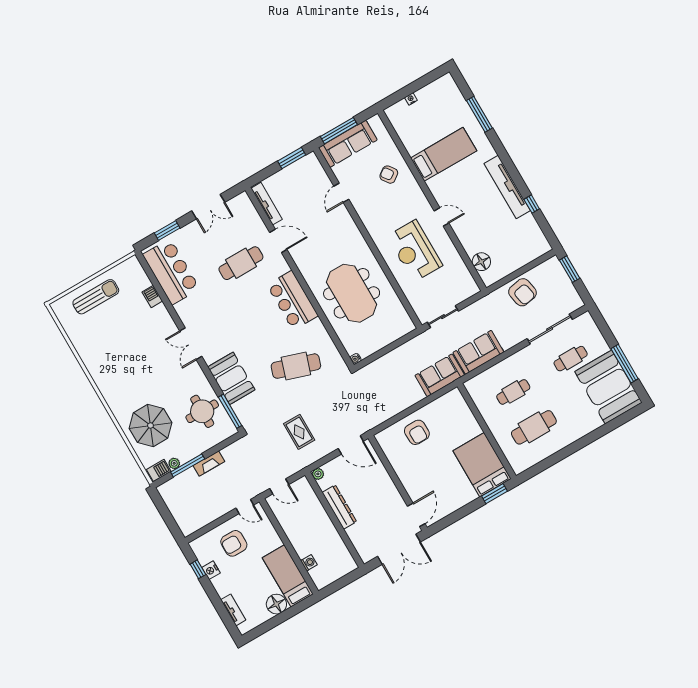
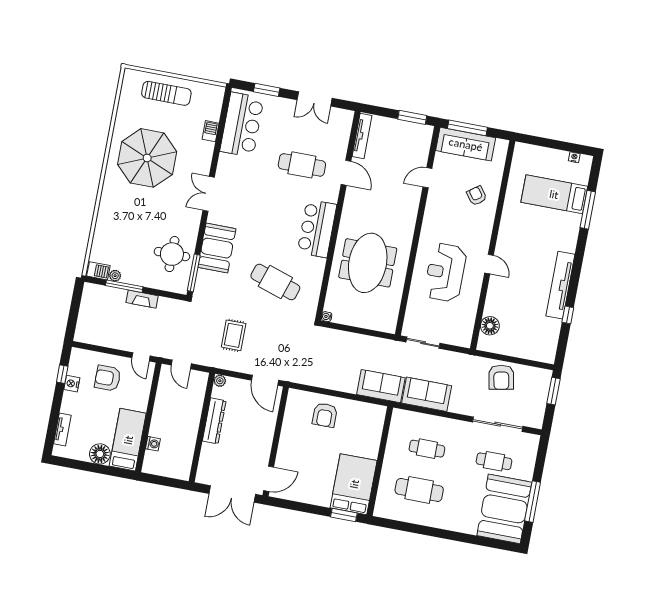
nightstand: (411, 99) -> (574, 157), moved
bed: (444, 154) -> (554, 194), moved, turned 180
parasol: (150, 425) -> (147, 158), moved, width x1.36, depth x1.36

